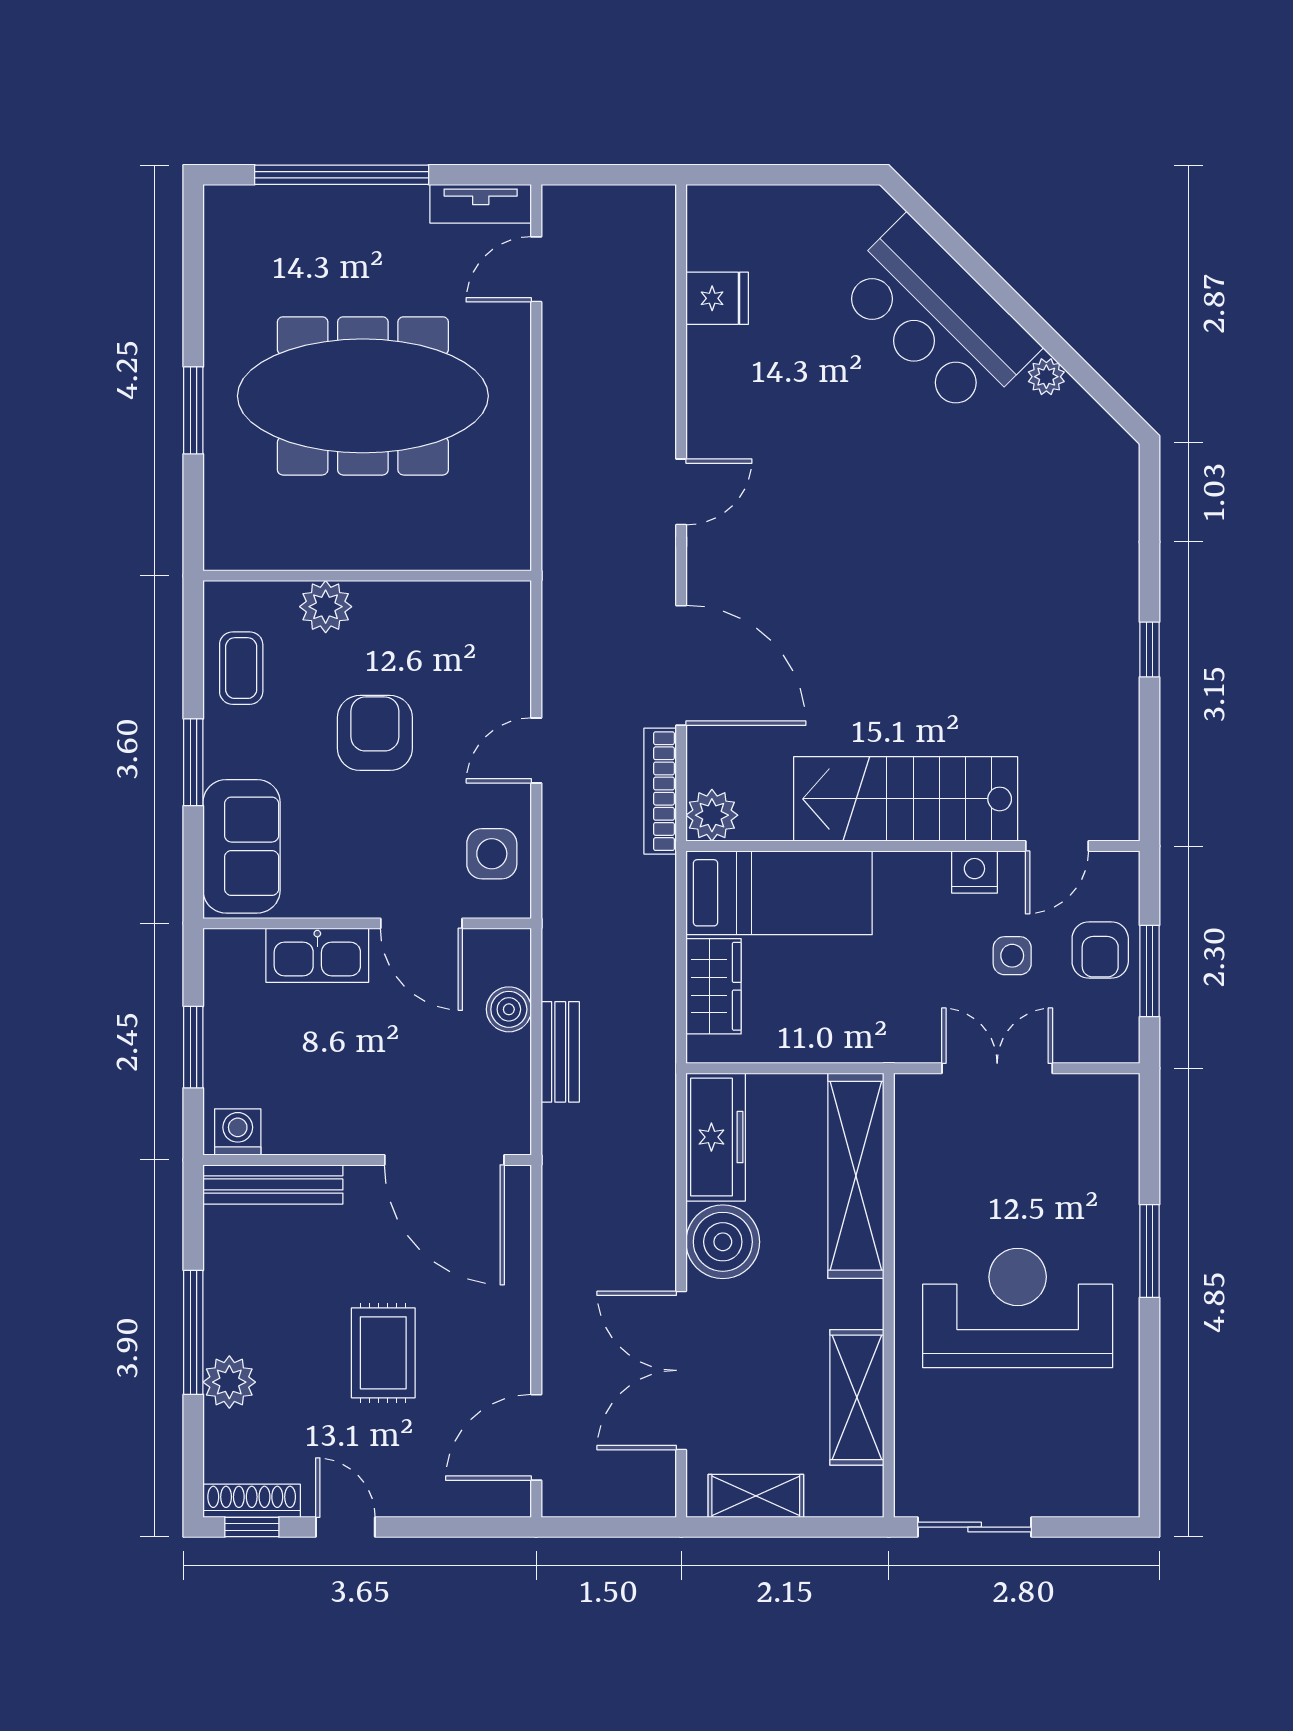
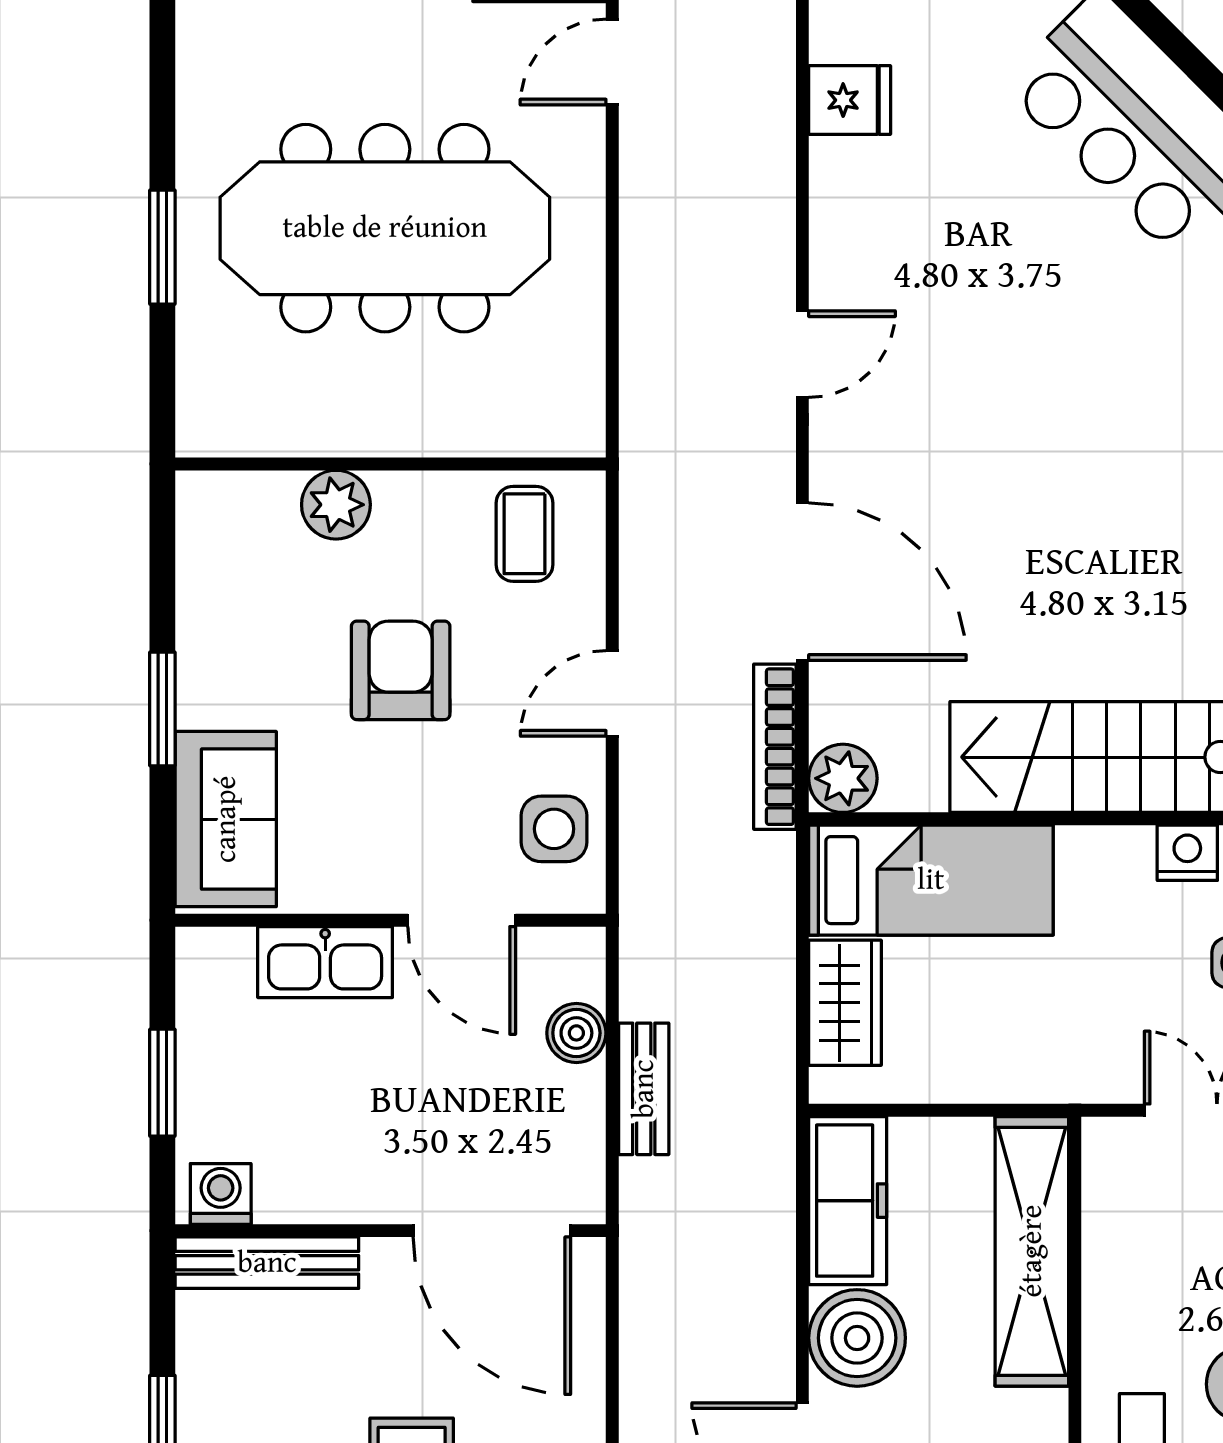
coffee table: (241, 668) -> (524, 534), moved

